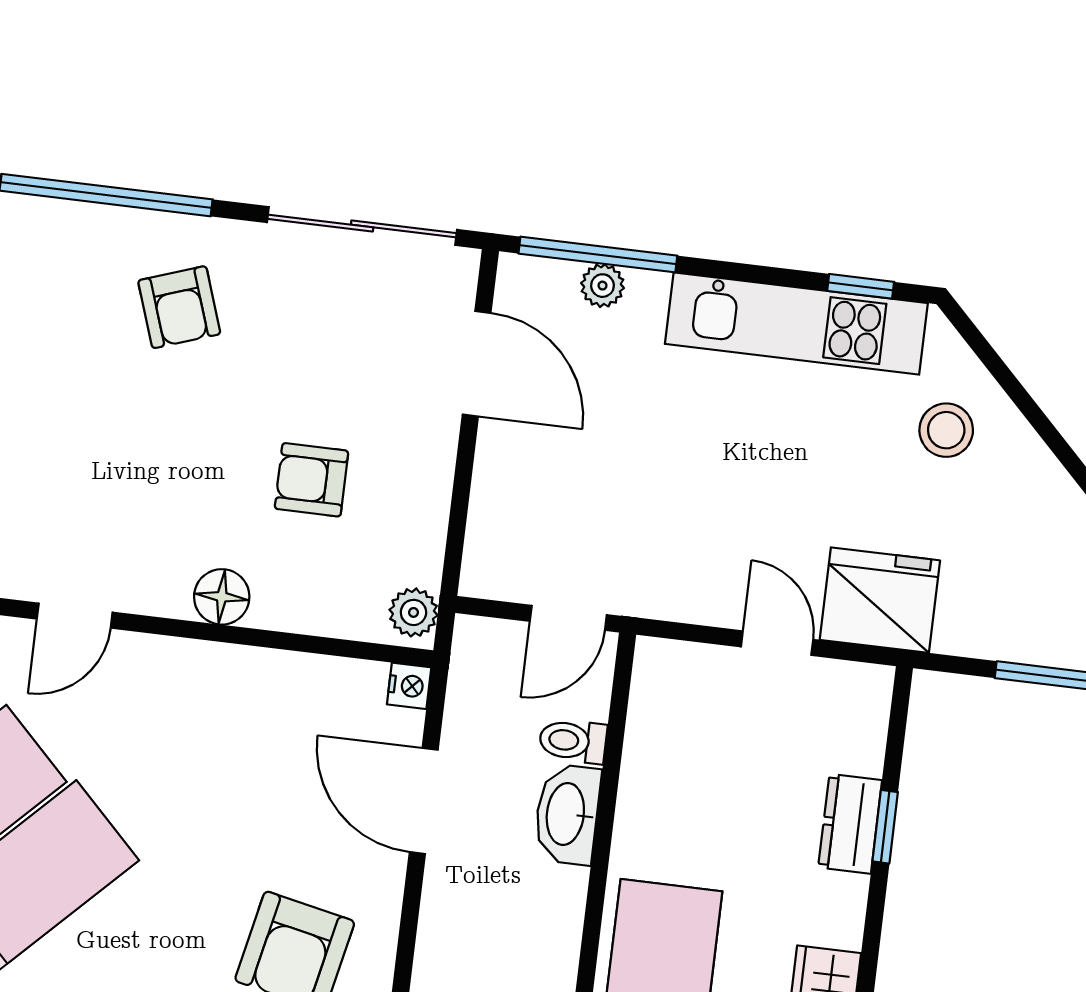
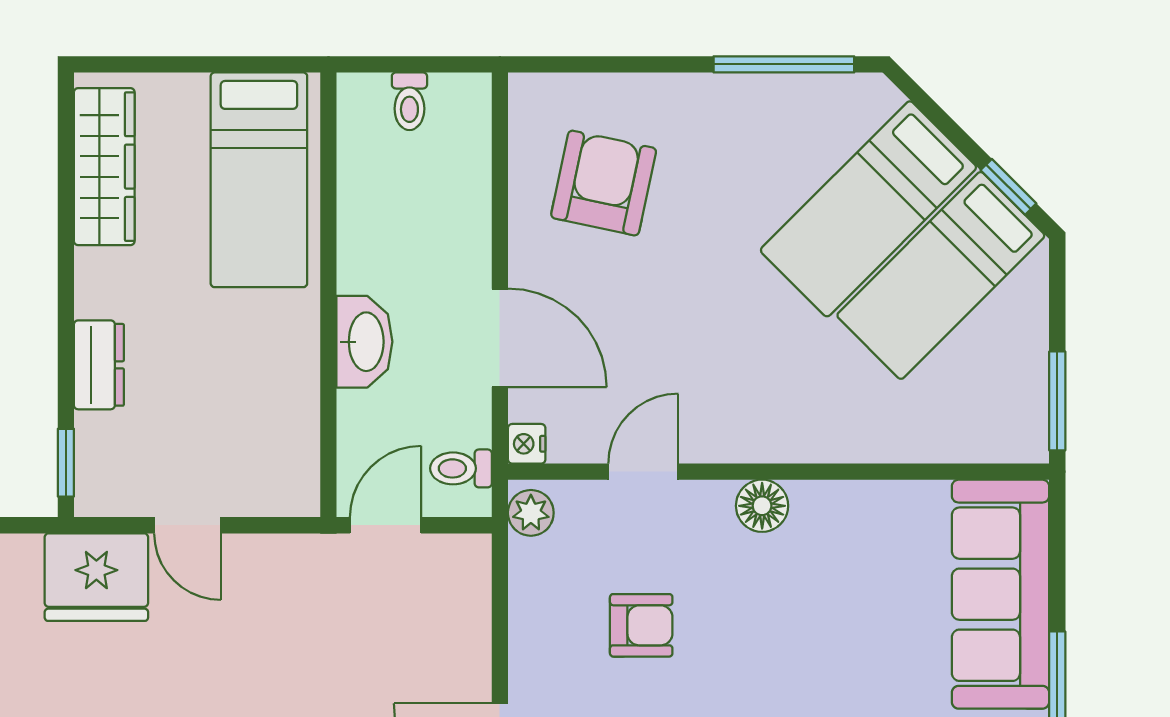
floor lamp: (222, 597) -> (762, 506), moved
door: (75, 616) -> (643, 472), moved
toilet: (573, 741) -> (461, 468), moved, turned 180
window: (885, 827) -> (66, 463), moved

